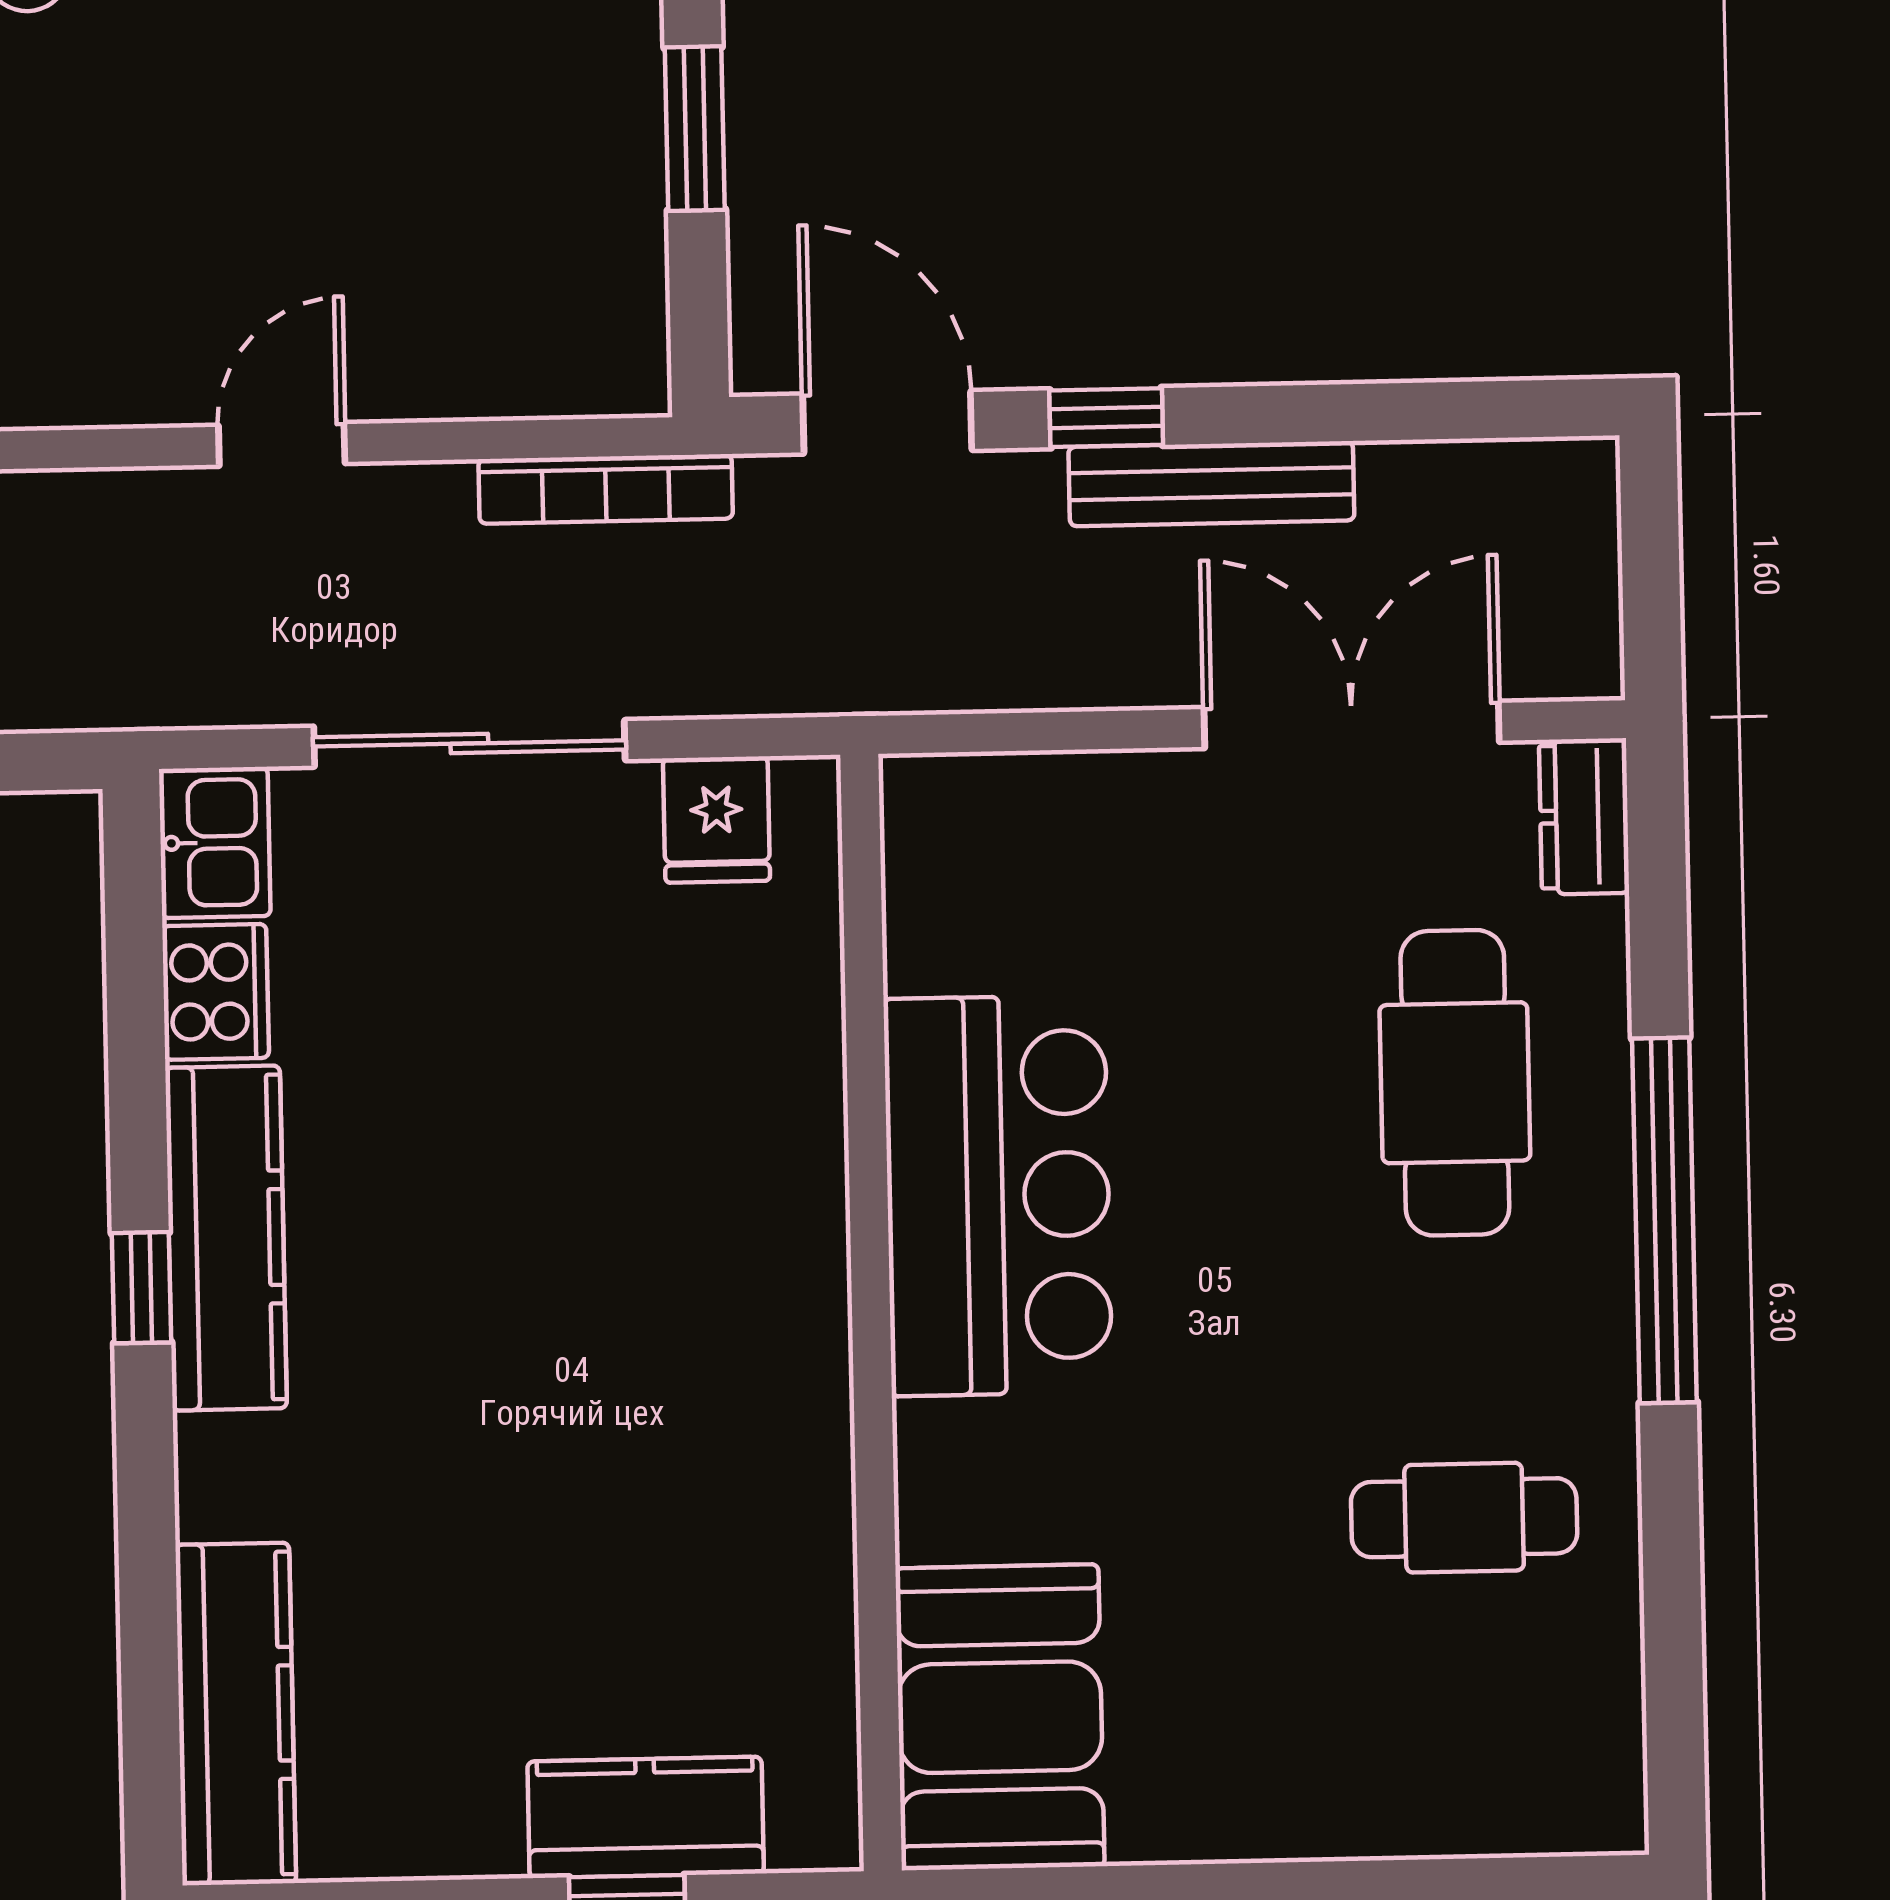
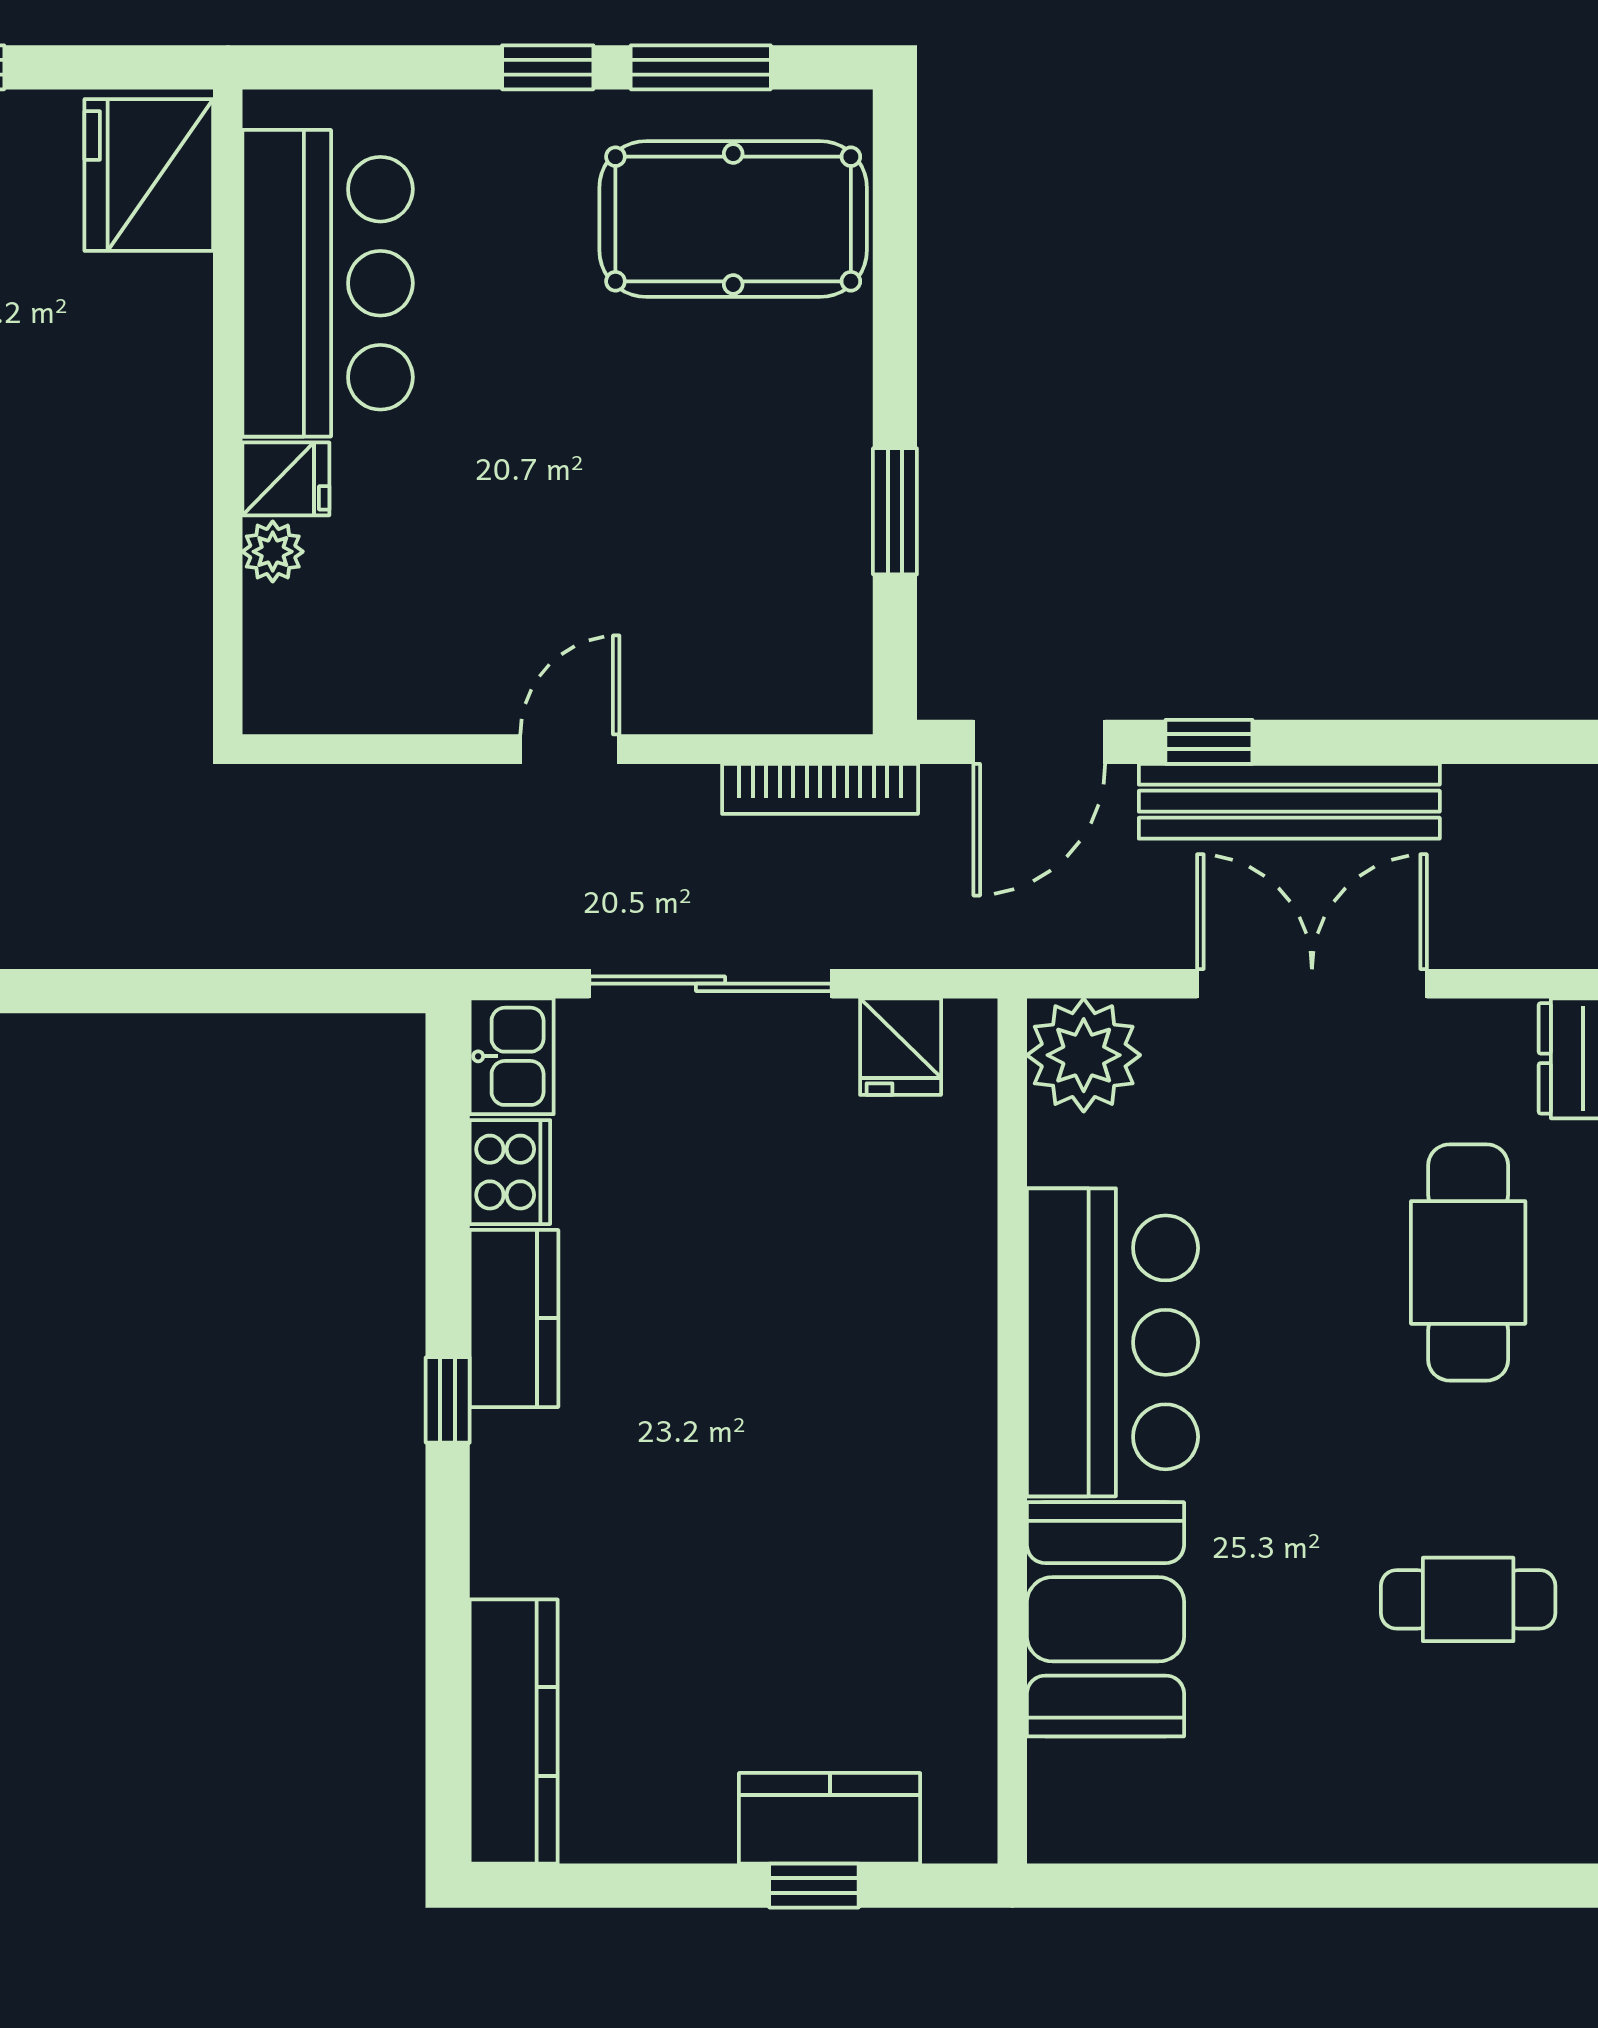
door: (887, 422) -> (1039, 742), swing flipped
bench: (1211, 484) -> (1289, 801), width x1.37, depth x1.21
double door: (1352, 725) -> (1312, 984), moved
plant: (953, 825) -> (1084, 1055), added
kitchen counter: (226, 1238) -> (514, 1318), width x0.67
booth: (1000, 1717) -> (1106, 1619), moved

